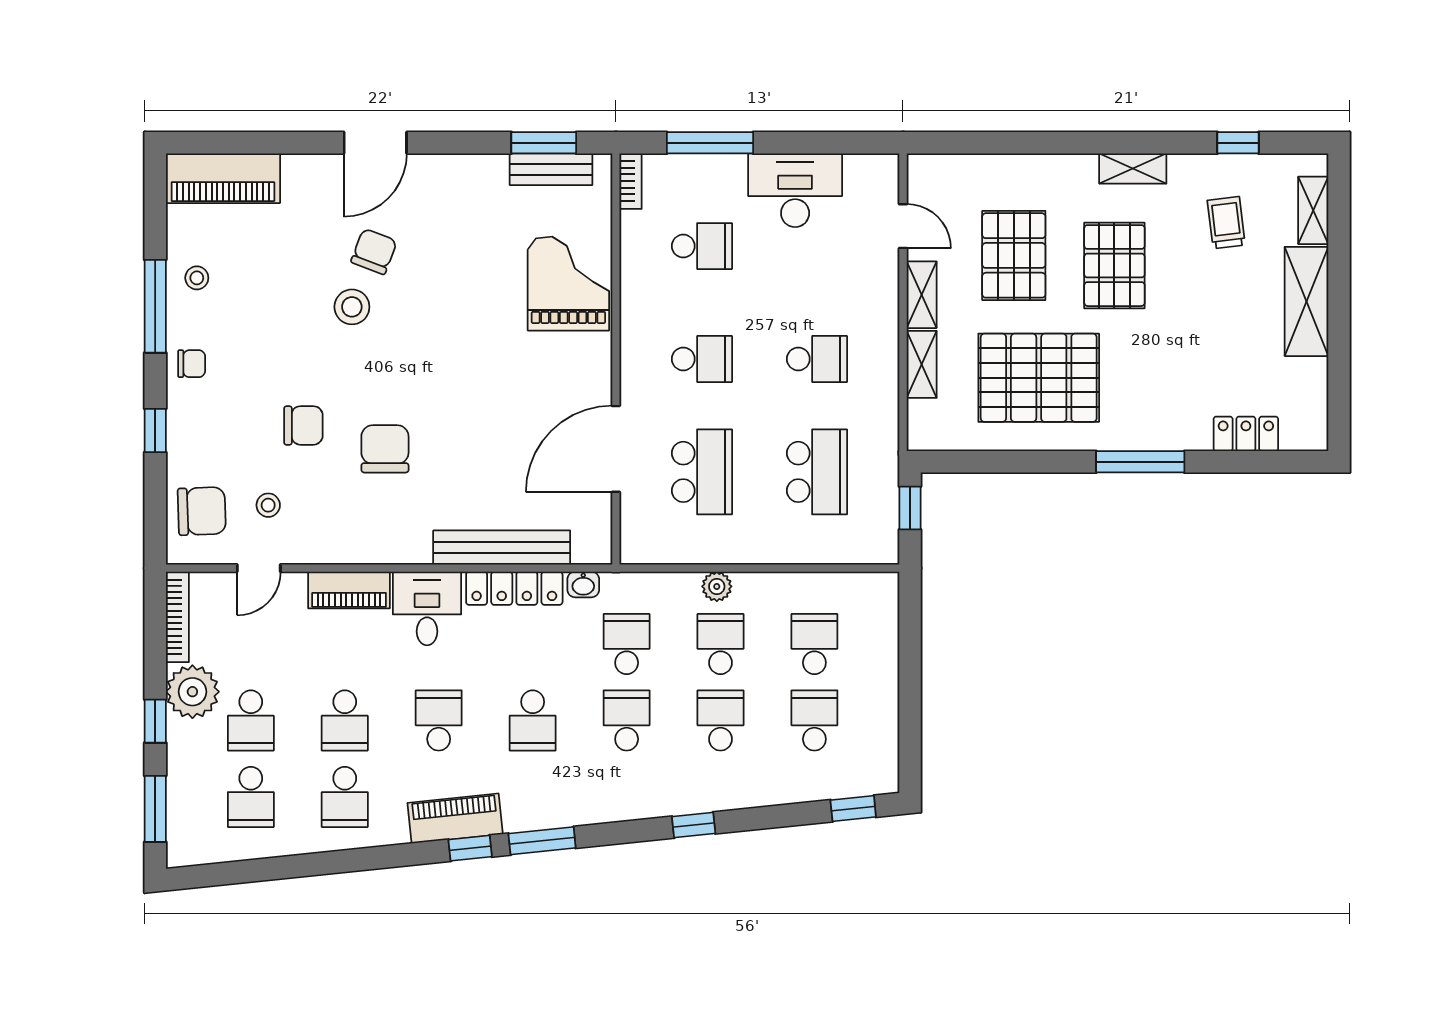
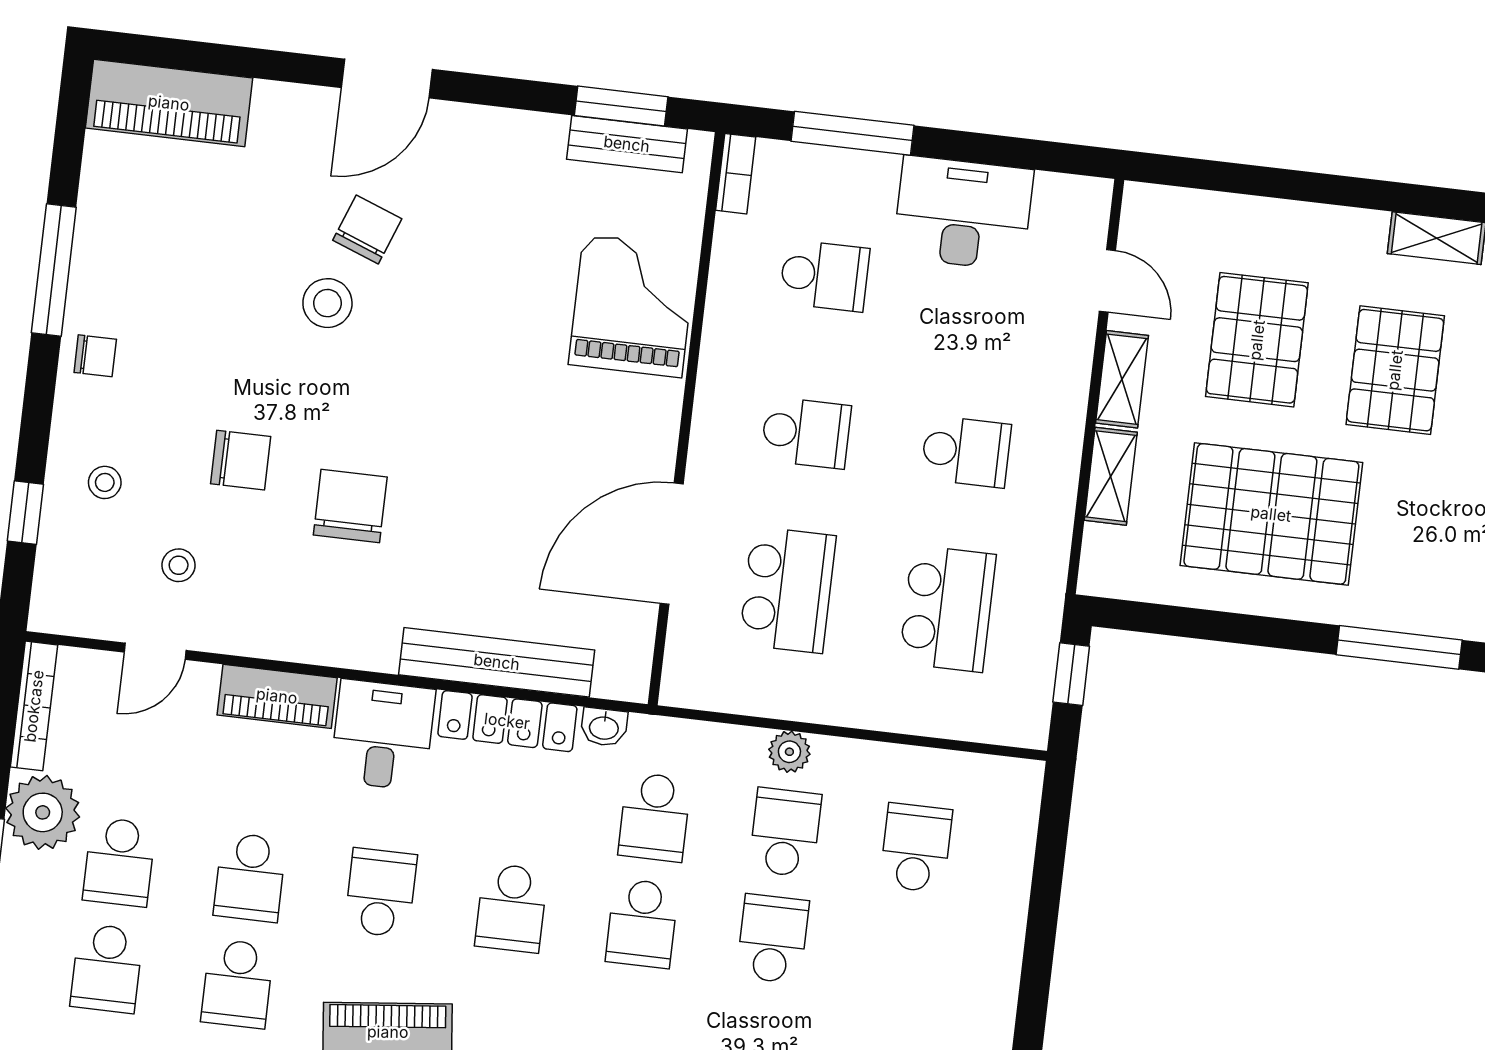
stool: (197, 278) -> (105, 482), moved
window: (155, 430) -> (25, 513), moved
chair: (202, 511) -> (85, 563), removed
school desk: (627, 644) -> (655, 817), turned 180
school desk: (627, 720) -> (642, 923), turned 180
school desk: (814, 720) -> (903, 954), removed

